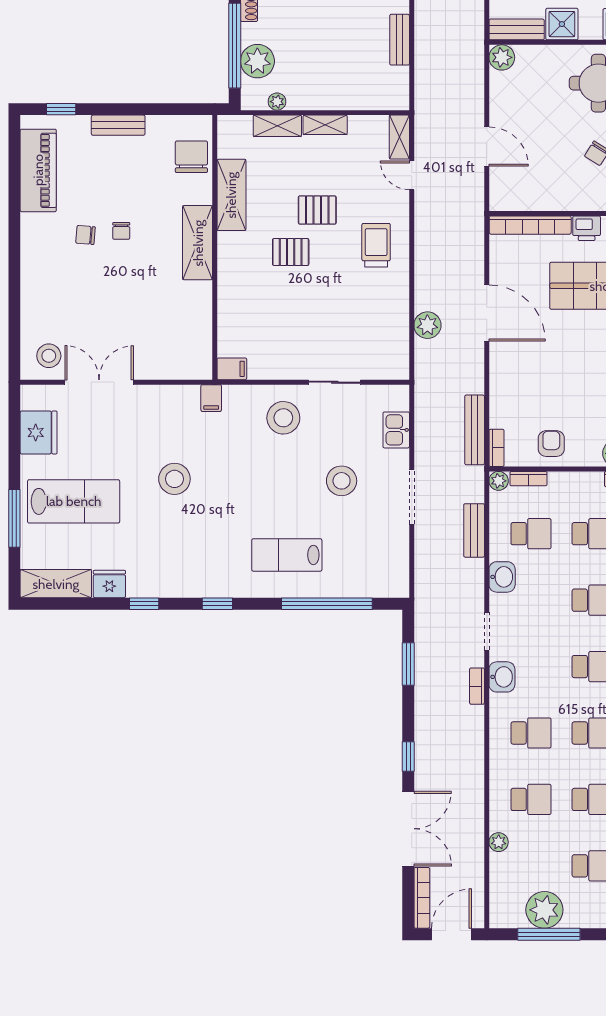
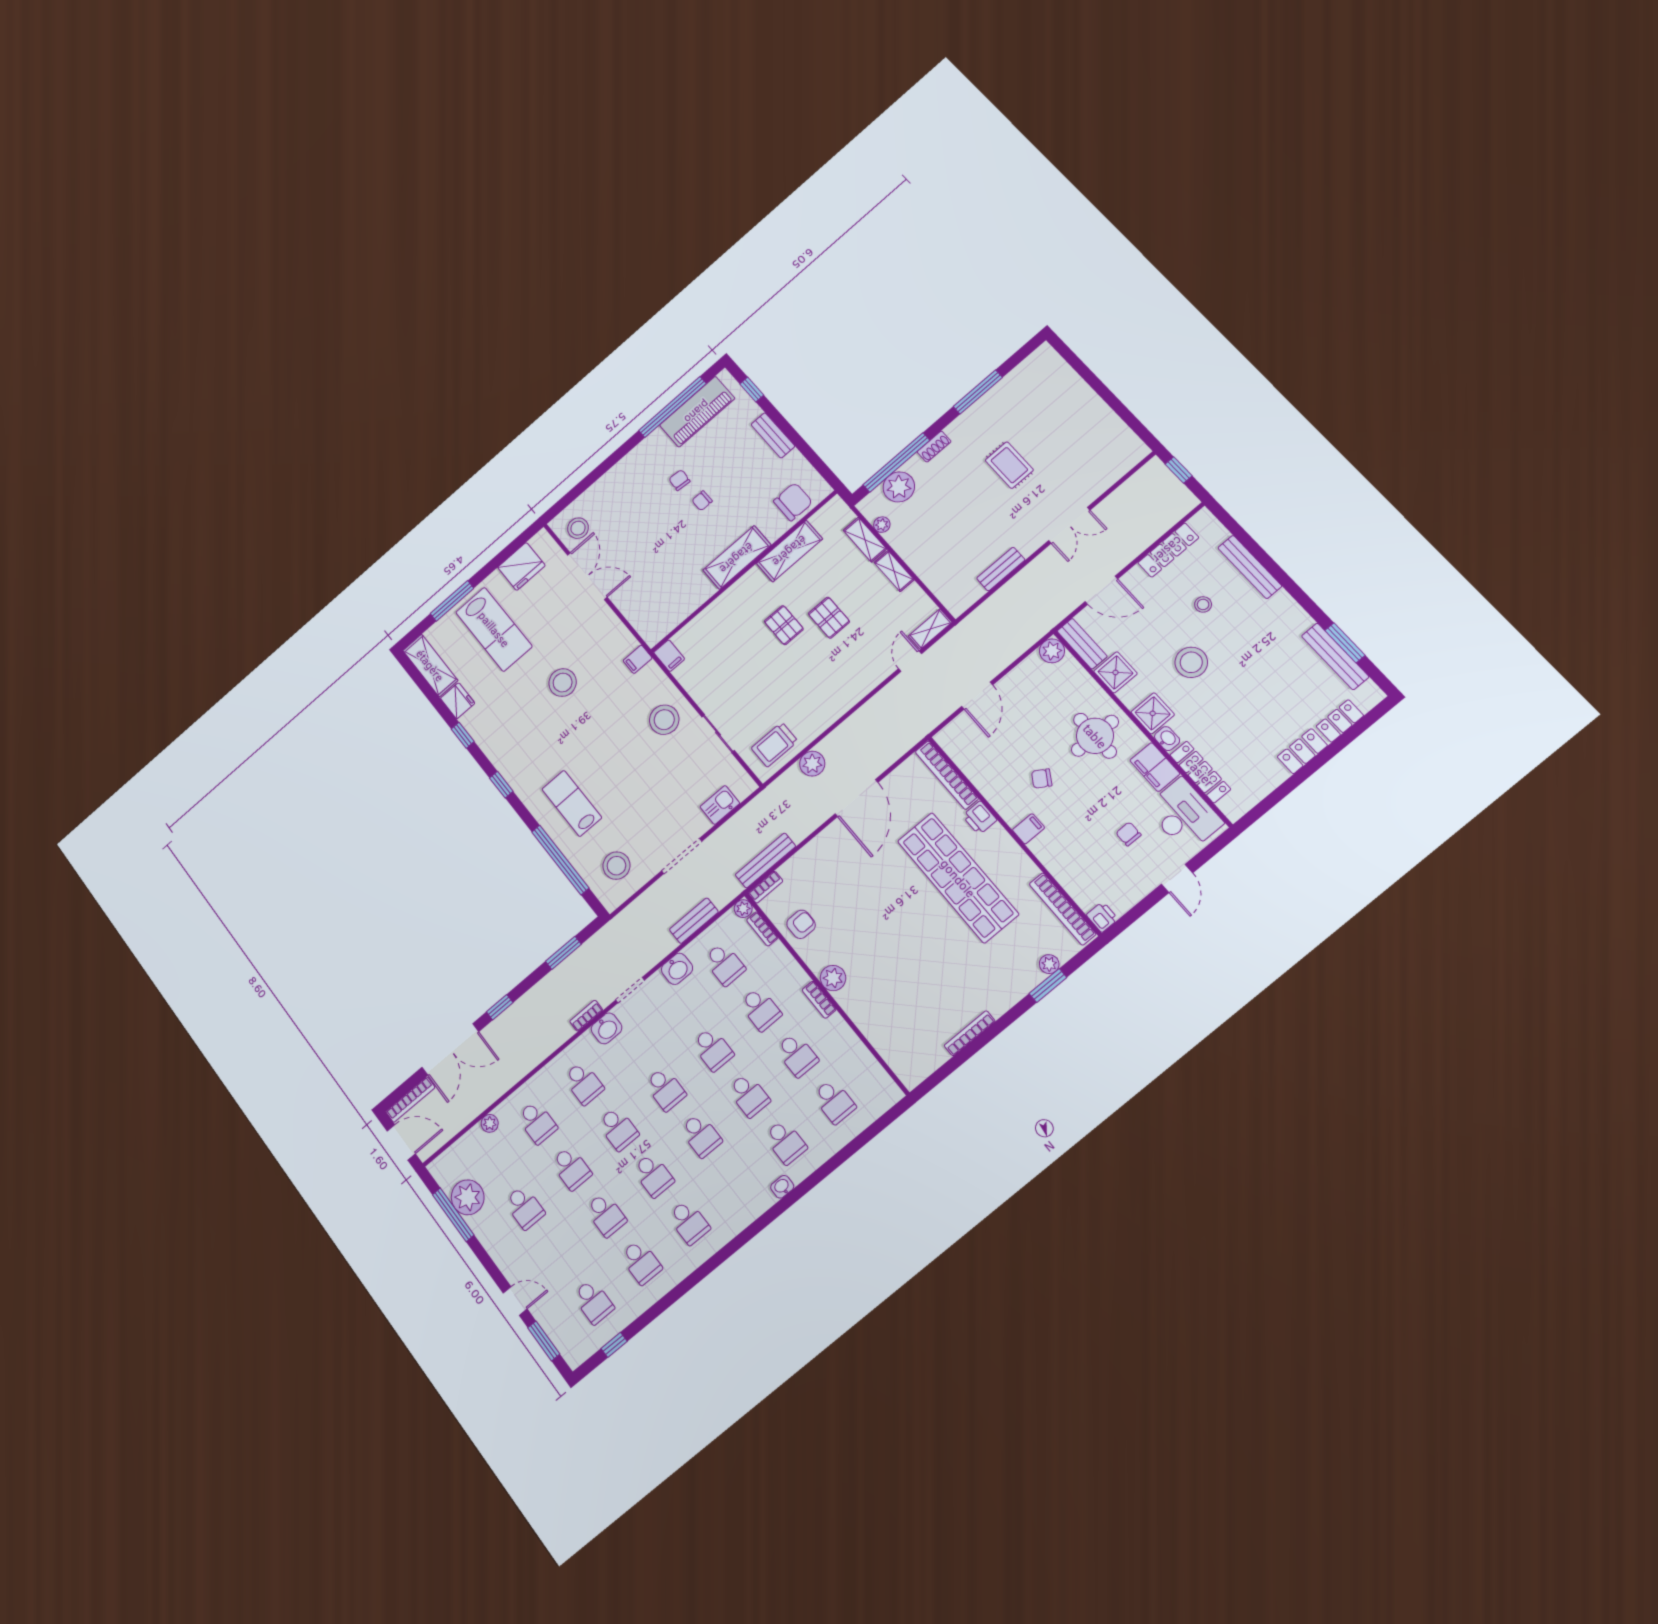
window: (14, 188) -> (672, 407), added
trolley: (376, 245) -> (775, 745), moved, turned 180
stool: (342, 481) -> (616, 866), moved

